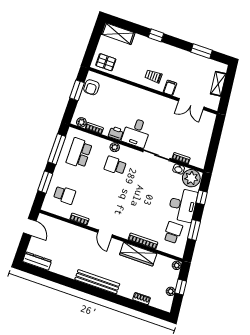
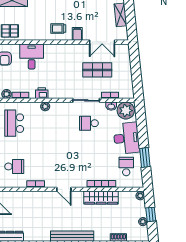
shop shelf: (177, 129) -> (97, 70), added
desk: (136, 133) -> (32, 56), moved, turned 180
school desk: (115, 165) -> (89, 123), moved
window: (202, 197) -> (142, 125), removed

